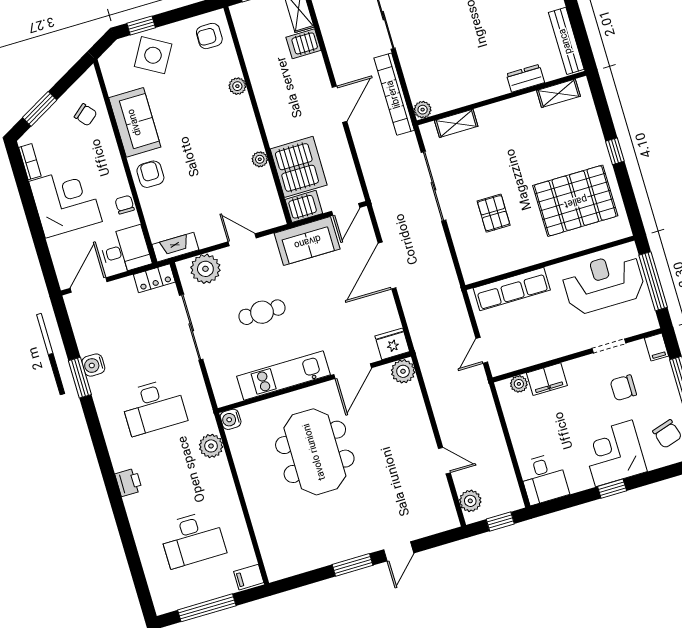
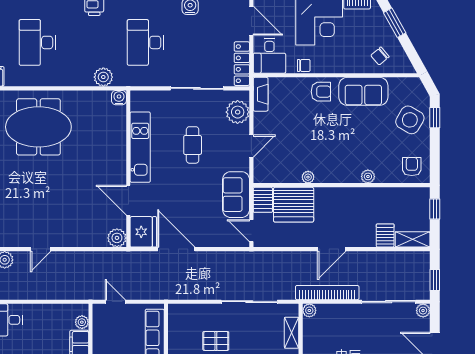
door: (339, 104) -> (332, 249), hinge flipped
door: (387, 266) -> (176, 249), moved
locker: (154, 278) -> (242, 64), width x1.53
fridge: (392, 344) -> (143, 232), width x1.36, depth x1.34
meeting table: (315, 452) -> (38, 127), moved

